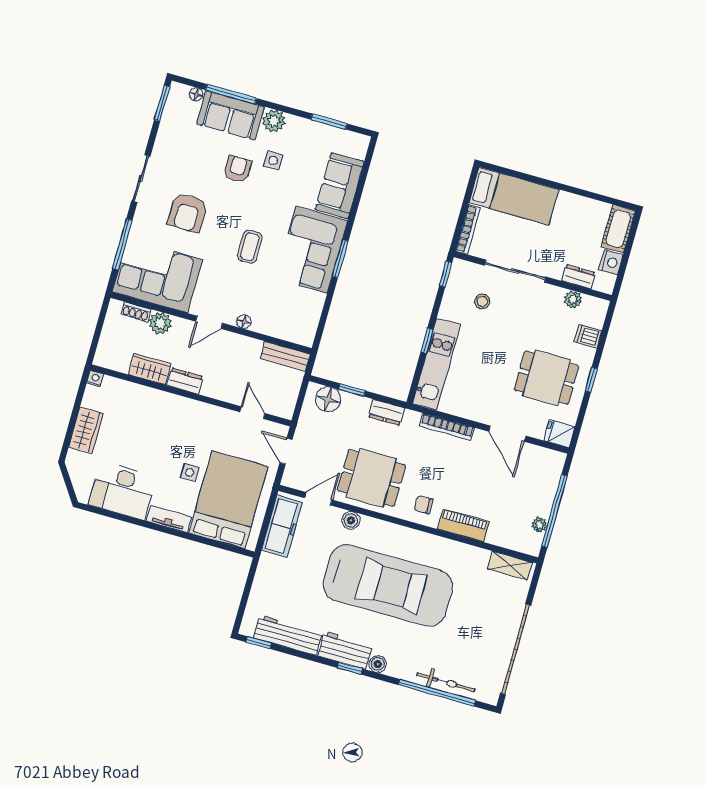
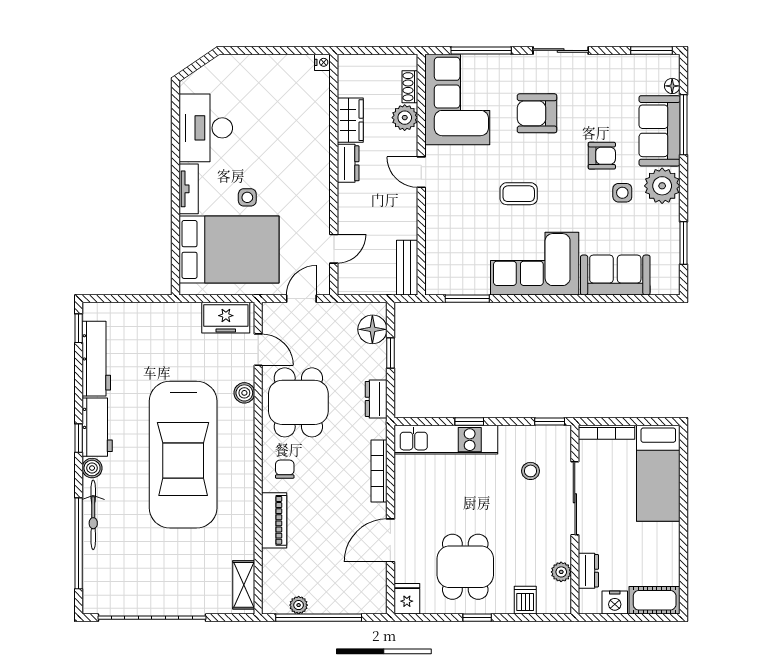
plant: (274, 121) -> (662, 186), width x1.36, depth x1.36
window: (340, 259) -> (467, 299), moved
floor lamp: (244, 322) -> (433, 211), removed
wardrobe: (86, 430) -> (262, 68), removed
freezer: (282, 526) -> (226, 318), width x0.71
bicycle: (446, 682) -> (93, 515), moved

